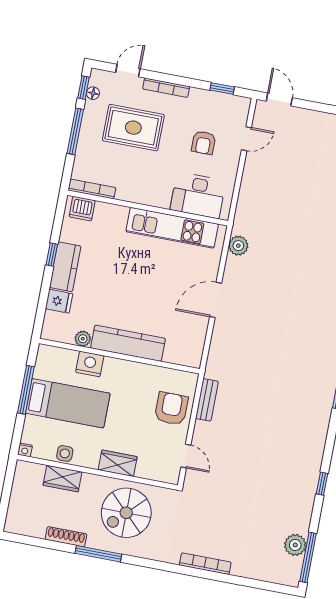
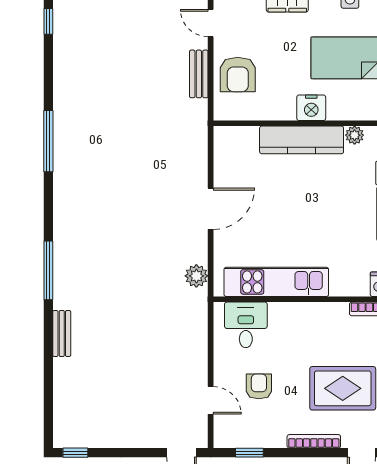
door: (246, 139) -> (211, 400), swing flipped
desk: (198, 195) -> (246, 325), width x0.73
nightstand: (90, 364) -> (311, 108), moved
bench: (207, 400) -> (199, 74), moved

